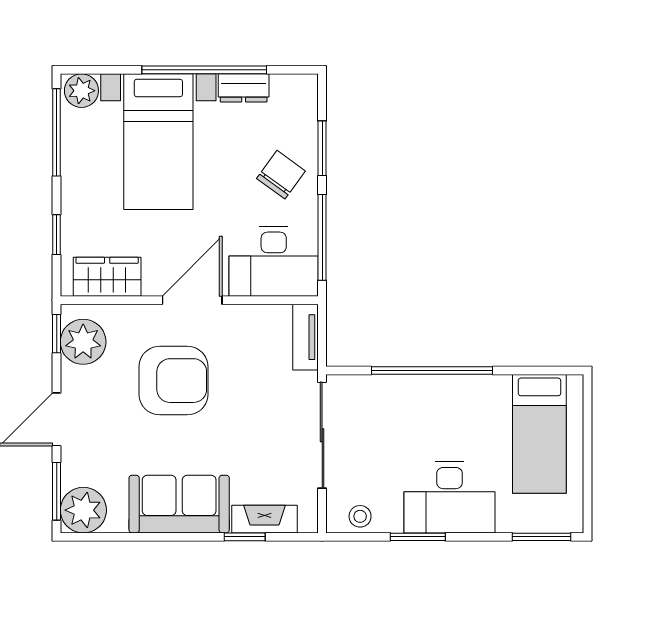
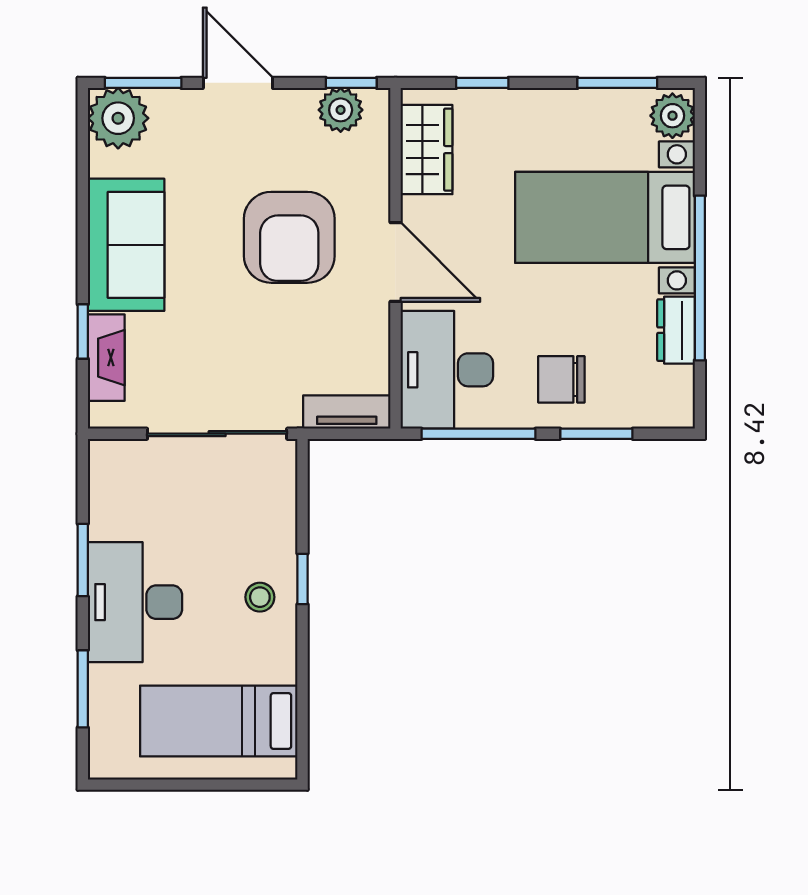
window: (57, 132) -> (617, 83), width x0.69
chair: (281, 175) -> (561, 379), turned 144
plant: (83, 342) -> (341, 110), width x0.73, depth x0.73
window: (432, 371) -> (303, 579), width x0.32
stool: (360, 516) -> (260, 597), moved
window: (541, 537) -> (83, 689), moved

